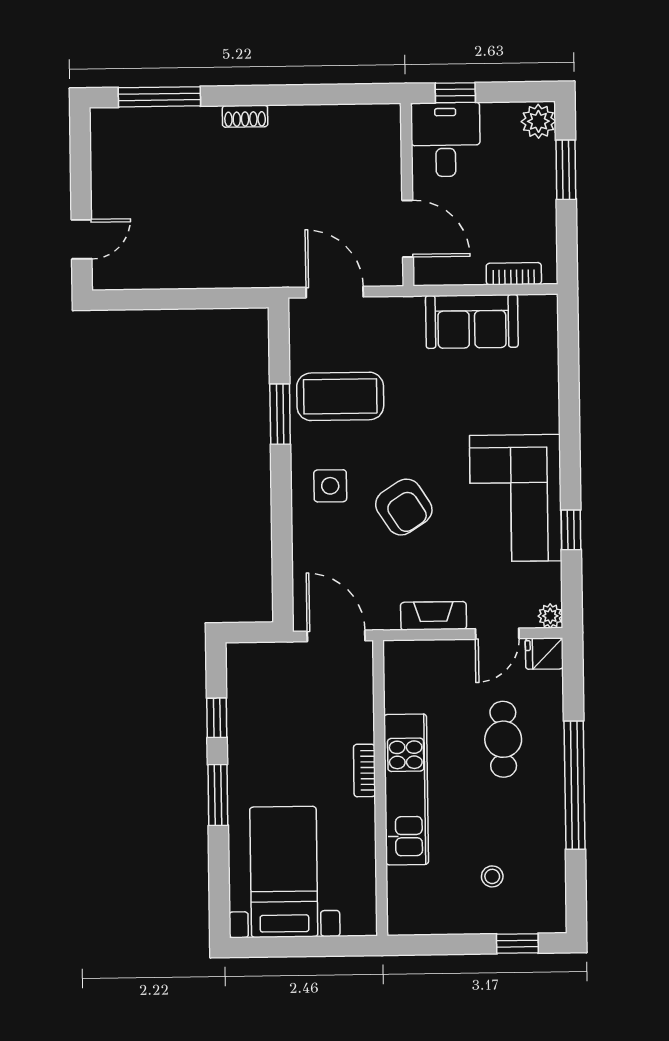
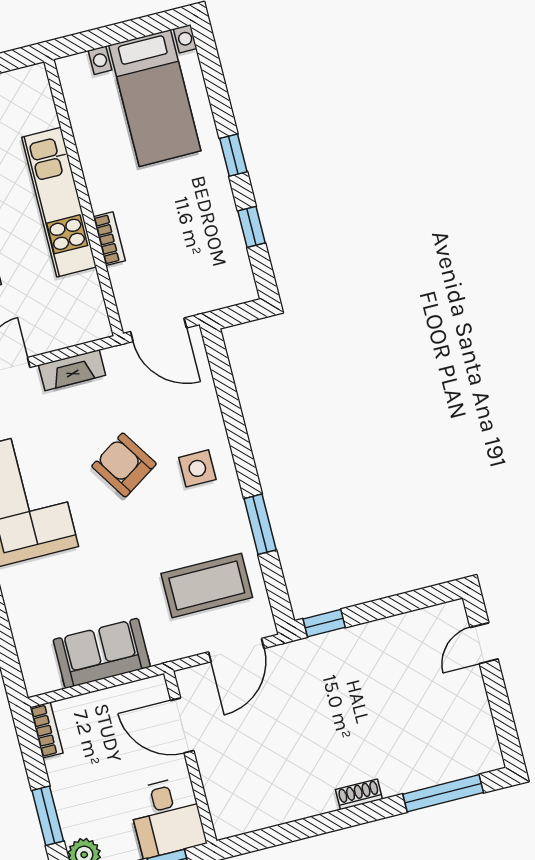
bookcase: (514, 274) -> (46, 730), moved, turned -90
door: (335, 292) -> (236, 650), hinge flipped
window: (239, 298) -> (324, 623), added
coffee table: (340, 396) -> (207, 585), moved
bookcase: (364, 770) -> (109, 239), moved
window: (218, 795) -> (233, 155), width x0.67

